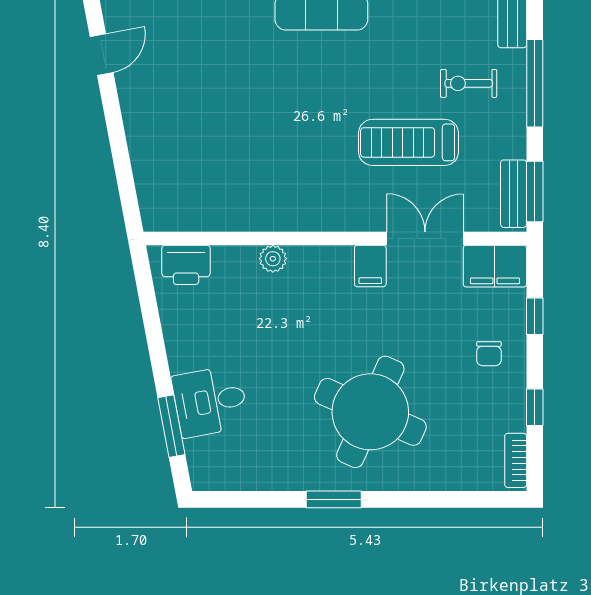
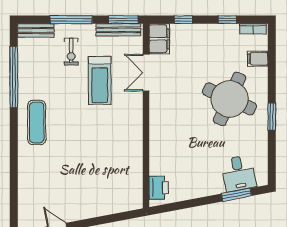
bench: (514, 194) -> (118, 30), width x1.36
plant: (273, 259) -> (156, 146), removed
filing cabinet: (370, 266) -> (258, 59), moved, turned 180
chair: (489, 354) -> (201, 42), removed
desk: (210, 401) -> (239, 173), moved

